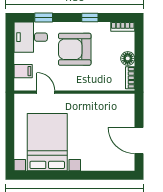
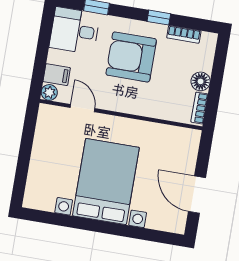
bookcase: (123, 27) -> (184, 34), moved
plant: (20, 85) -> (49, 92), added
bed with nightstands: (47, 142) -> (106, 182), moved

